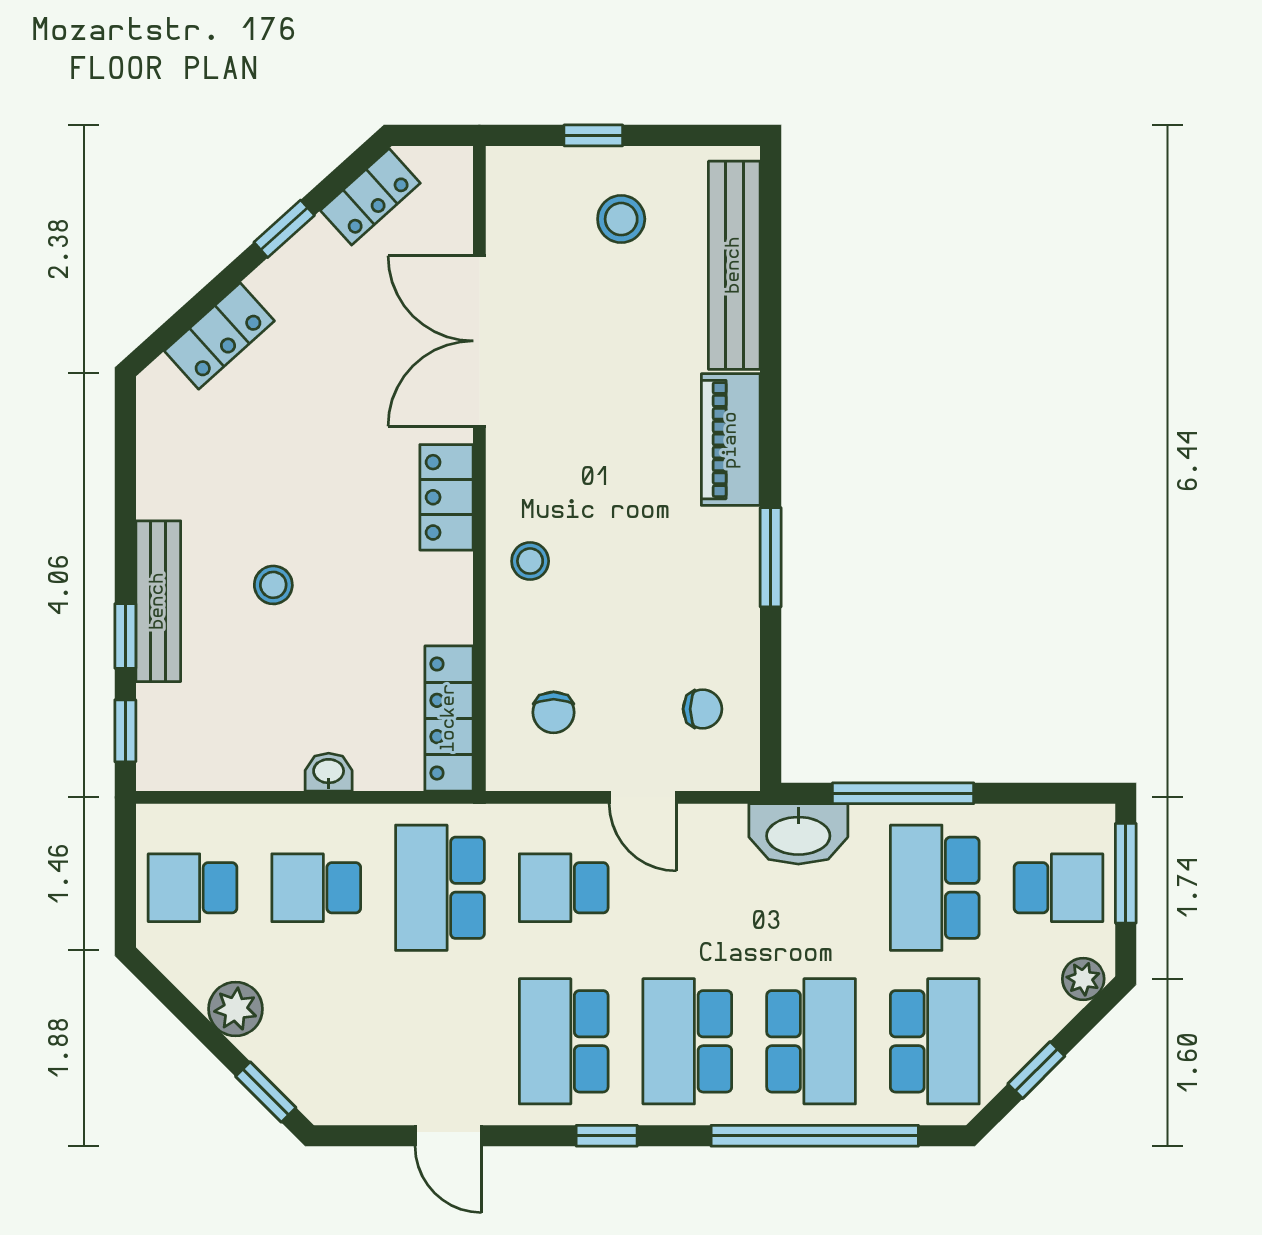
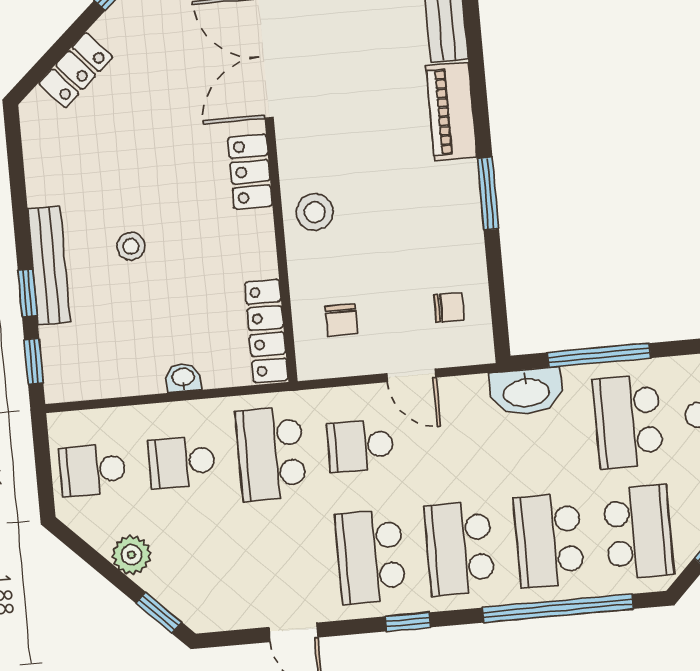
stool: (530, 561) -> (315, 212), width x1.37, depth x1.37
school desk: (811, 1041) -> (549, 540), turned 180

